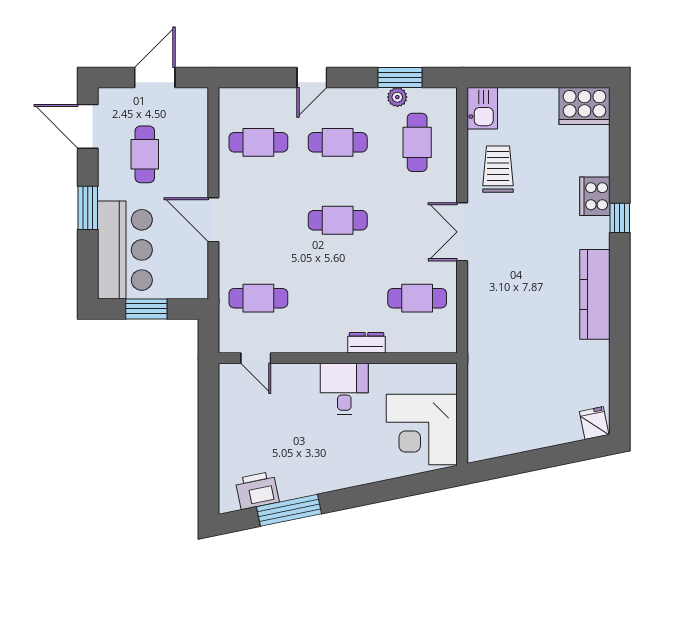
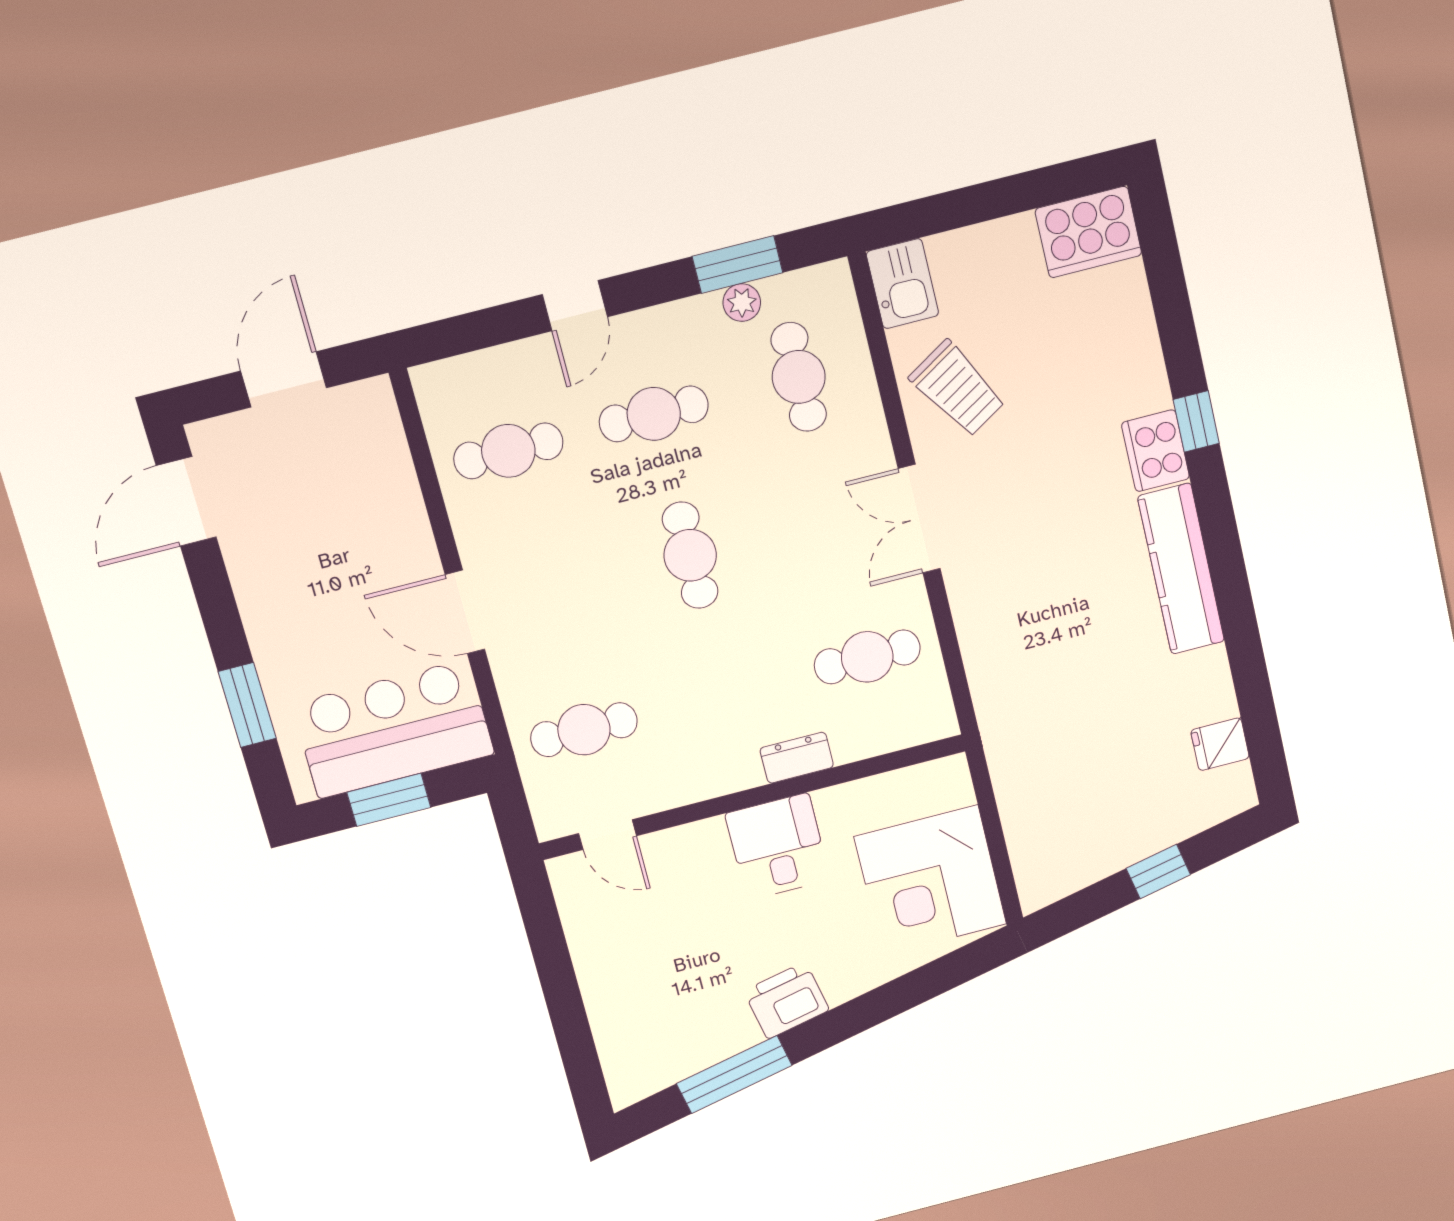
door: (88, 126) -> (186, 501), hinge flipped
cafe table: (145, 154) -> (306, 526), removed
trolley: (498, 169) -> (957, 389), turned 149
cooker: (595, 196) -> (1155, 451), moved
window: (88, 208) -> (247, 705), moved
cafe table: (338, 220) -> (690, 555), turned 90
bar counter: (125, 250) -> (393, 729), moved, turned -90
fridge: (594, 423) -> (1220, 744), moved, turned -78
window: (547, 458) -> (1158, 871), added
printer: (257, 490) -> (786, 1001), moved

